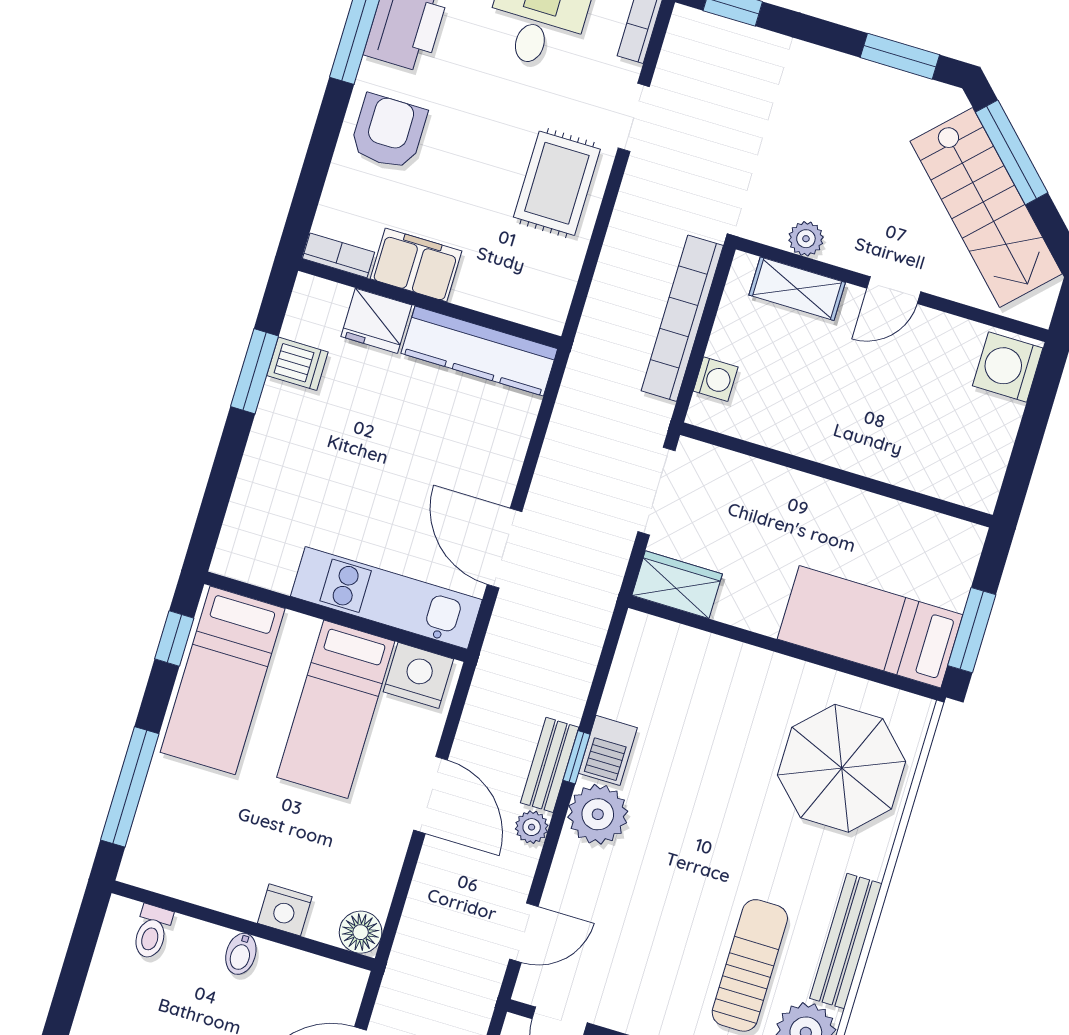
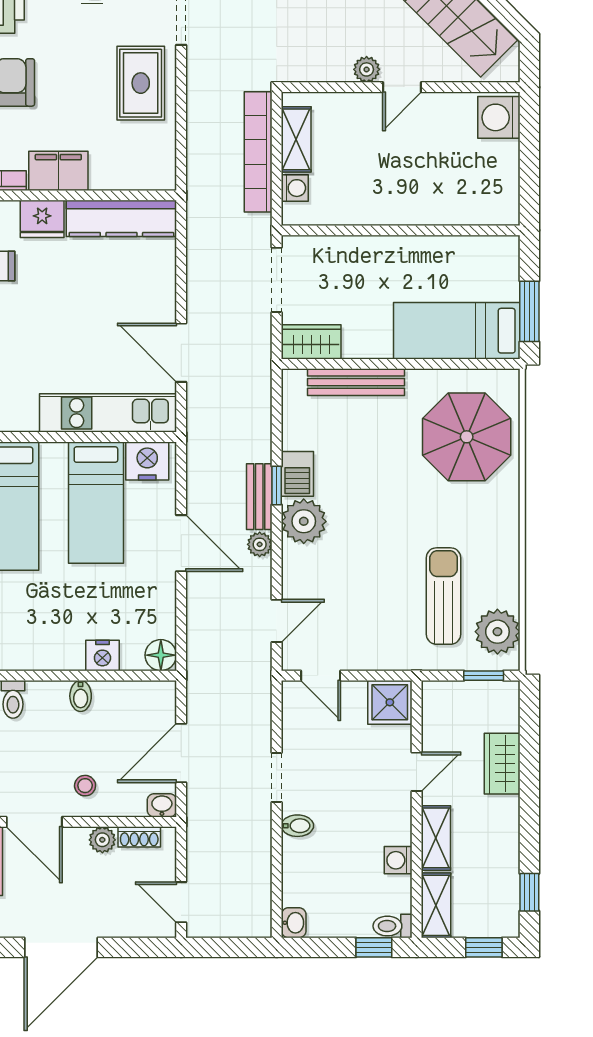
plant: (806, 239) -> (367, 69), moved
shelving: (797, 289) -> (296, 139), moved, turned 90
bench: (846, 941) -> (356, 382), moved, turned 90

